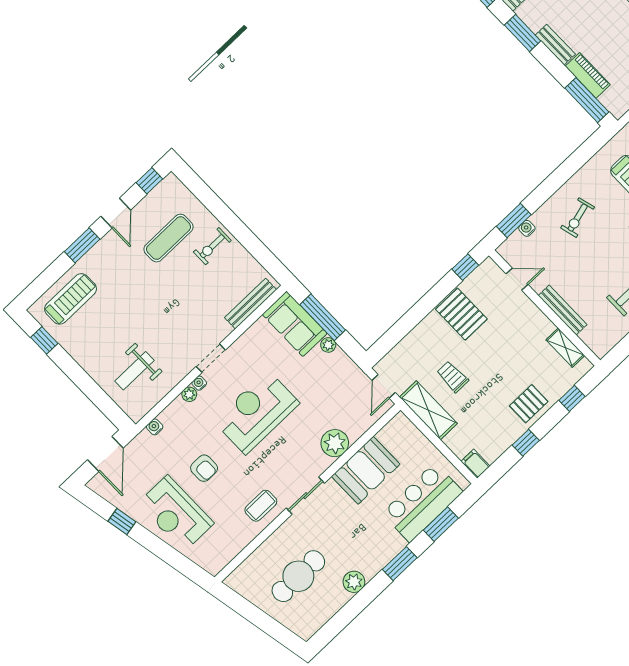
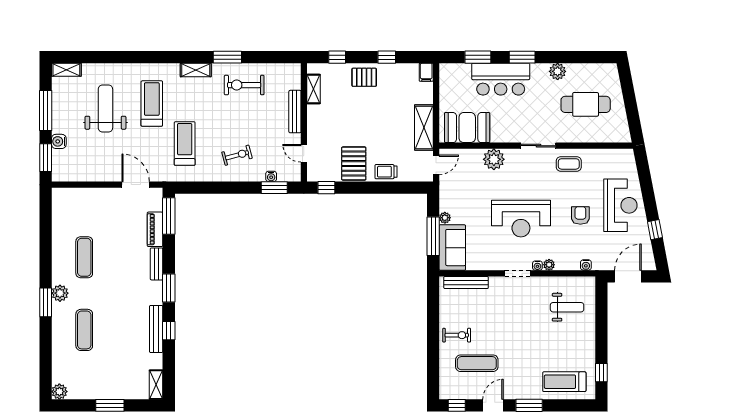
trolley: (453, 377) -> (386, 172), moved, turned 90
booth: (366, 470) -> (467, 128), moved
bar counter: (422, 502) -> (501, 79), moved

